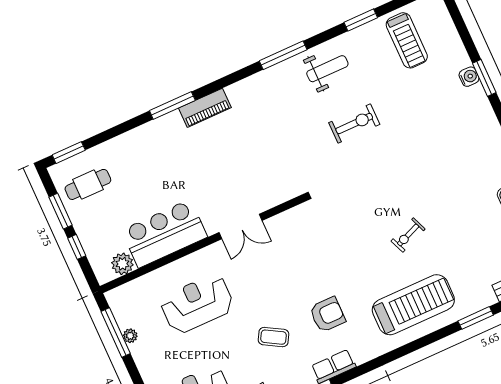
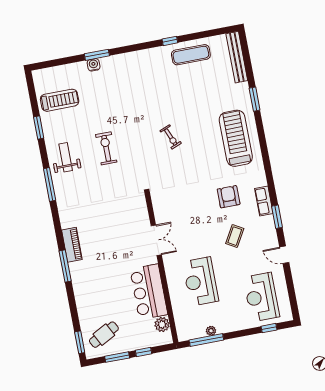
cafe table: (88, 184) -> (104, 335), turned 62
exercise bike: (408, 235) -> (171, 137), moved

